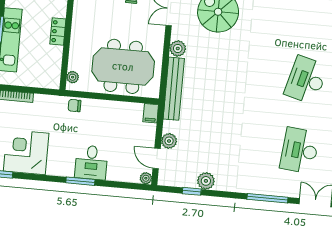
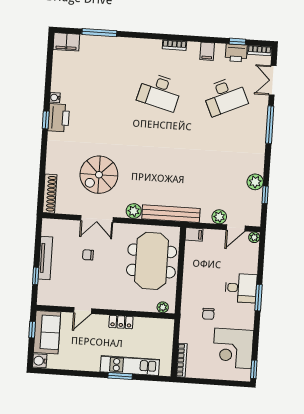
chair: (74, 106) -> (208, 314), moved
desk: (300, 150) -> (225, 96), turned -30

